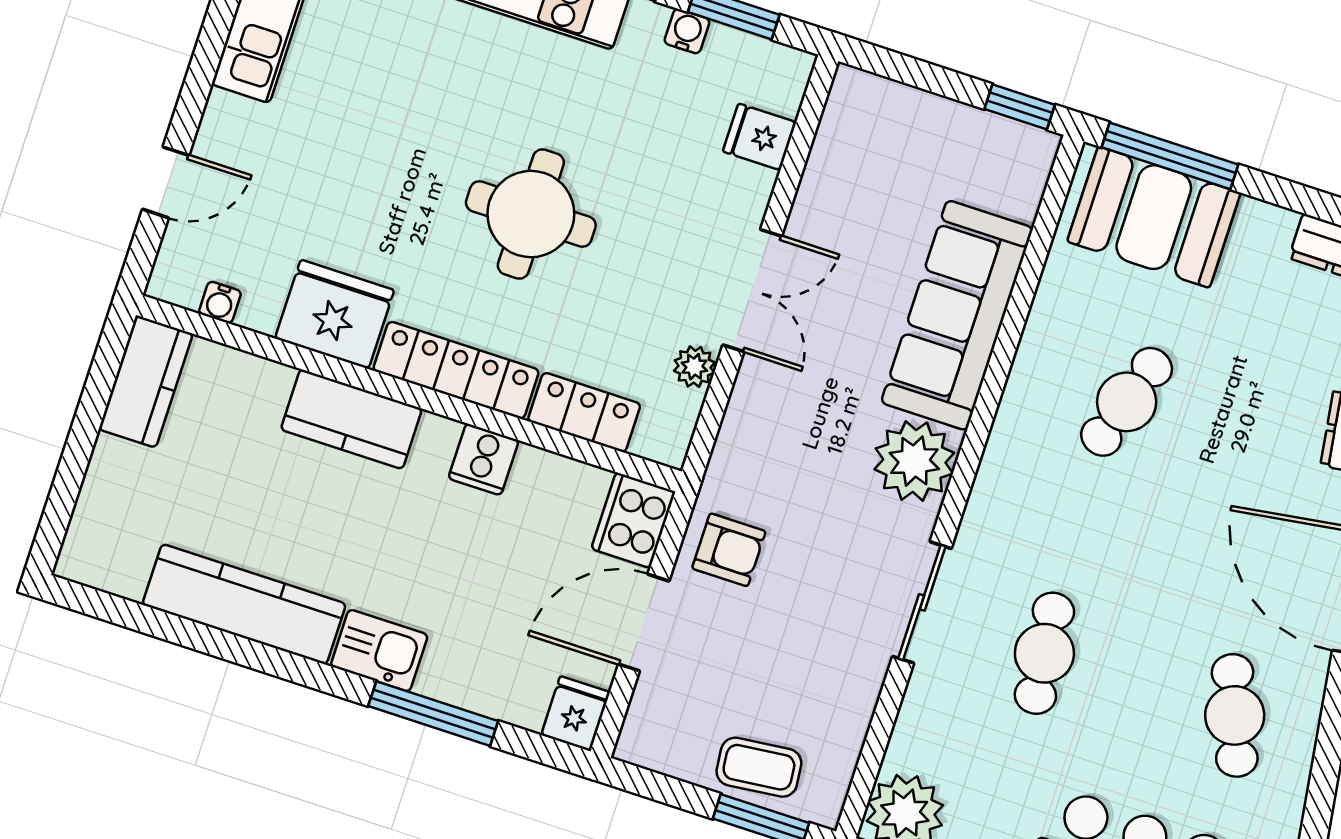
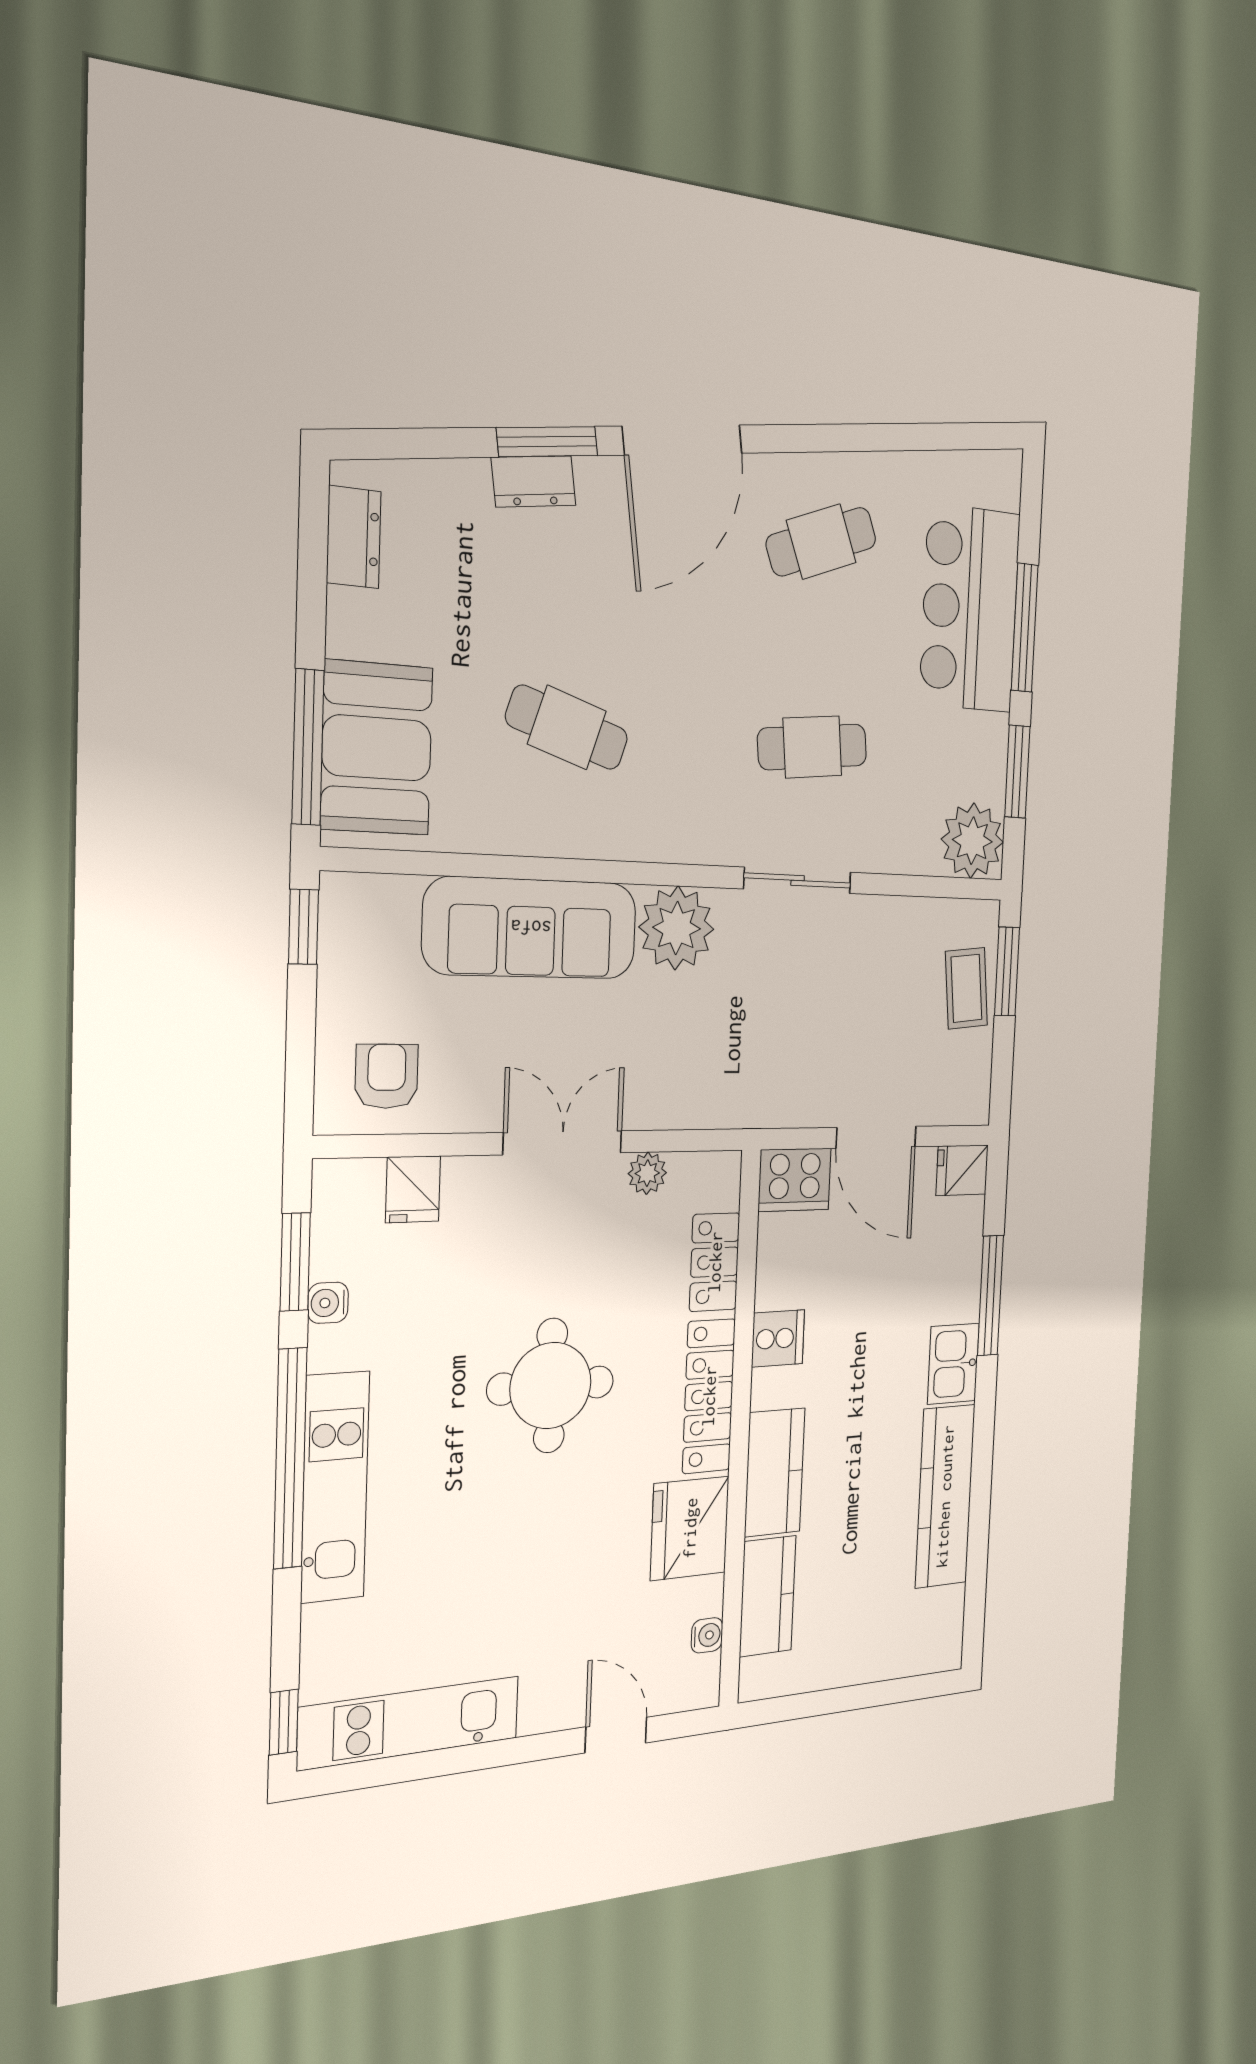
kitchen counter: (146, 382) -> (768, 1596), moved, turned 90
armchair: (729, 550) -> (387, 1076), moved

